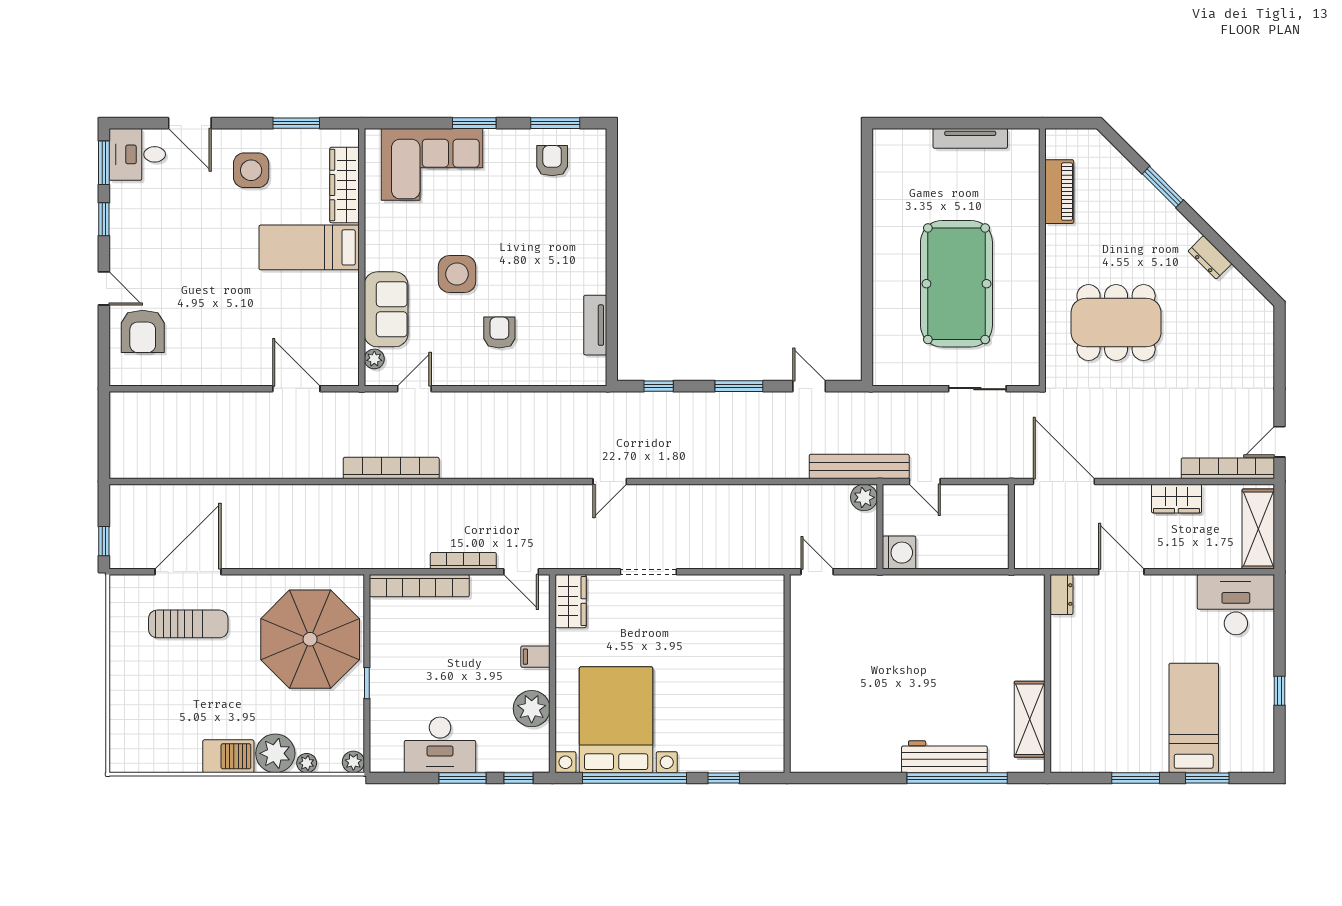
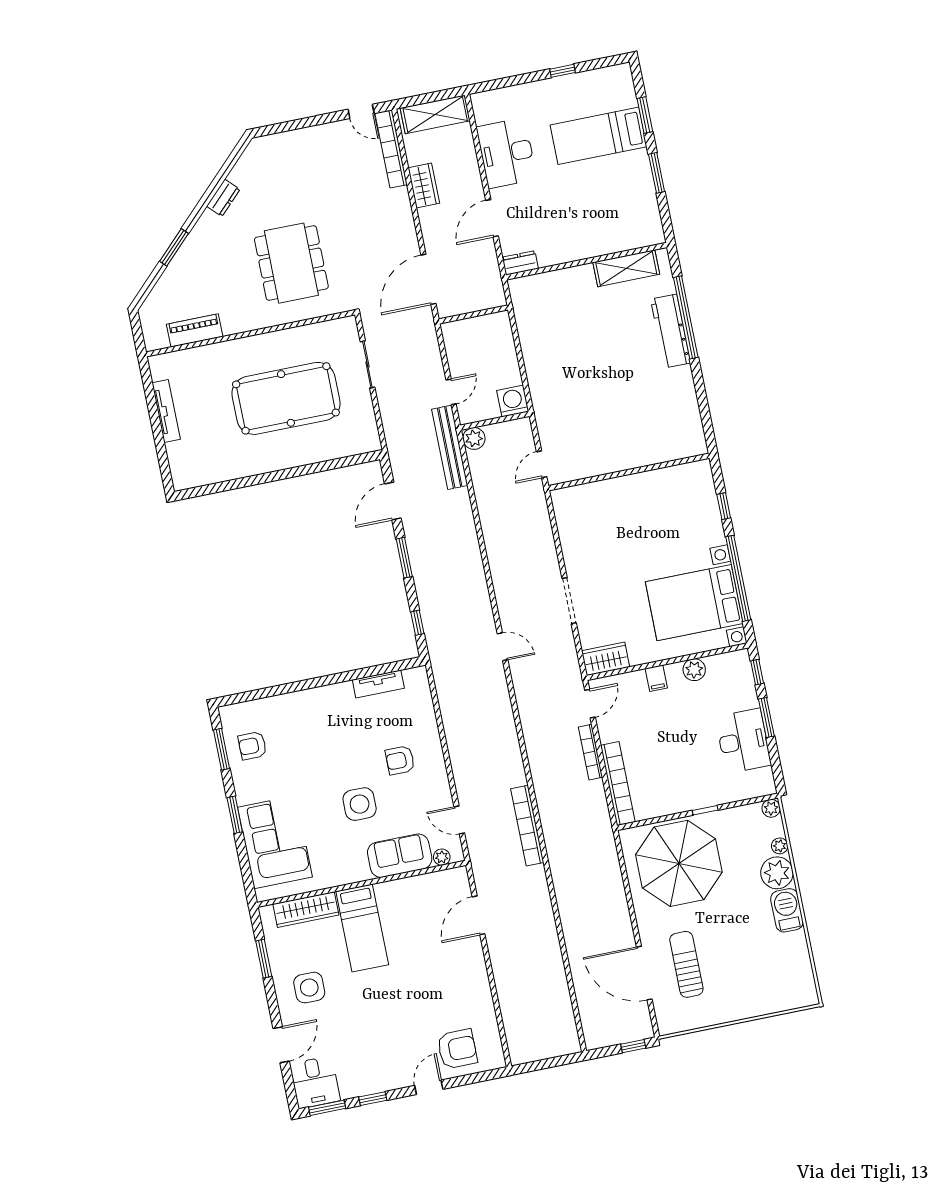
door: (809, 386) -> (393, 501), width x1.38
desk: (1236, 605) -> (507, 153), moved
plant: (532, 709) -> (694, 670), width x0.73, depth x0.73

